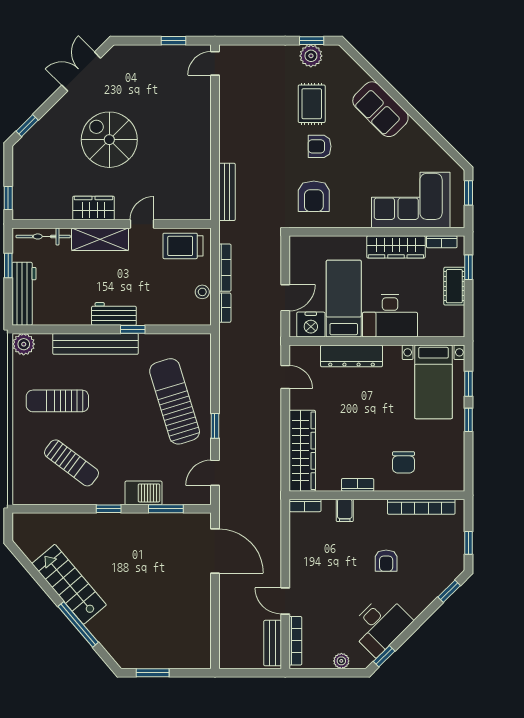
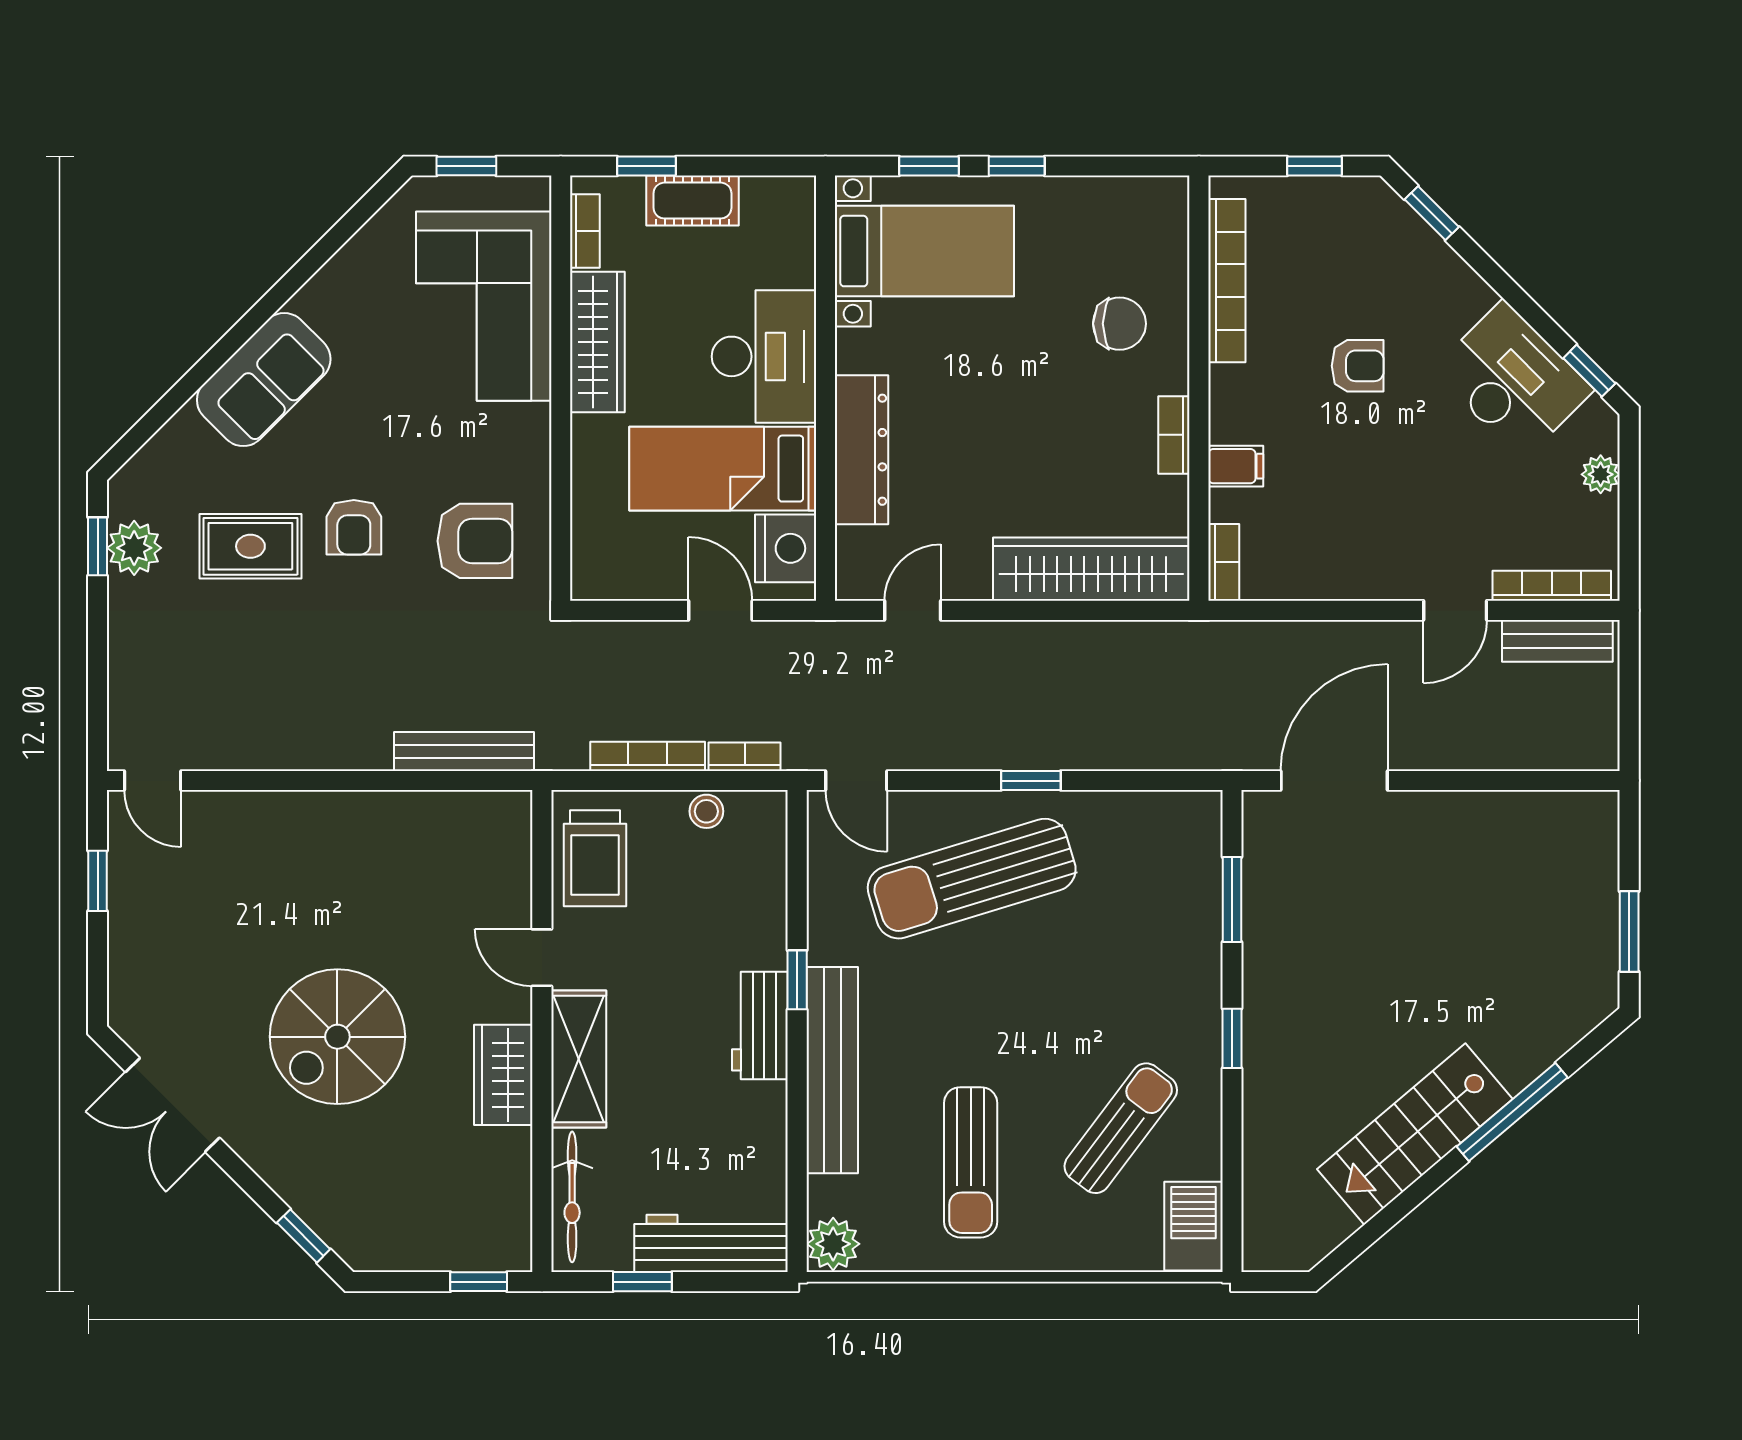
door: (215, 473) -> (856, 781), moved
barbecue: (143, 493) -> (1194, 1226), moved

